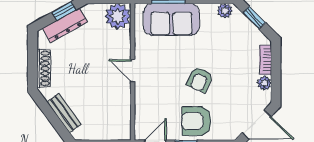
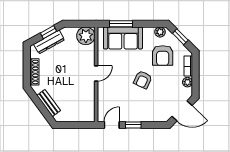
door: (133, 71) -> (96, 73), swing flipped
armchair: (196, 121) -> (163, 55), moved, turned -90

